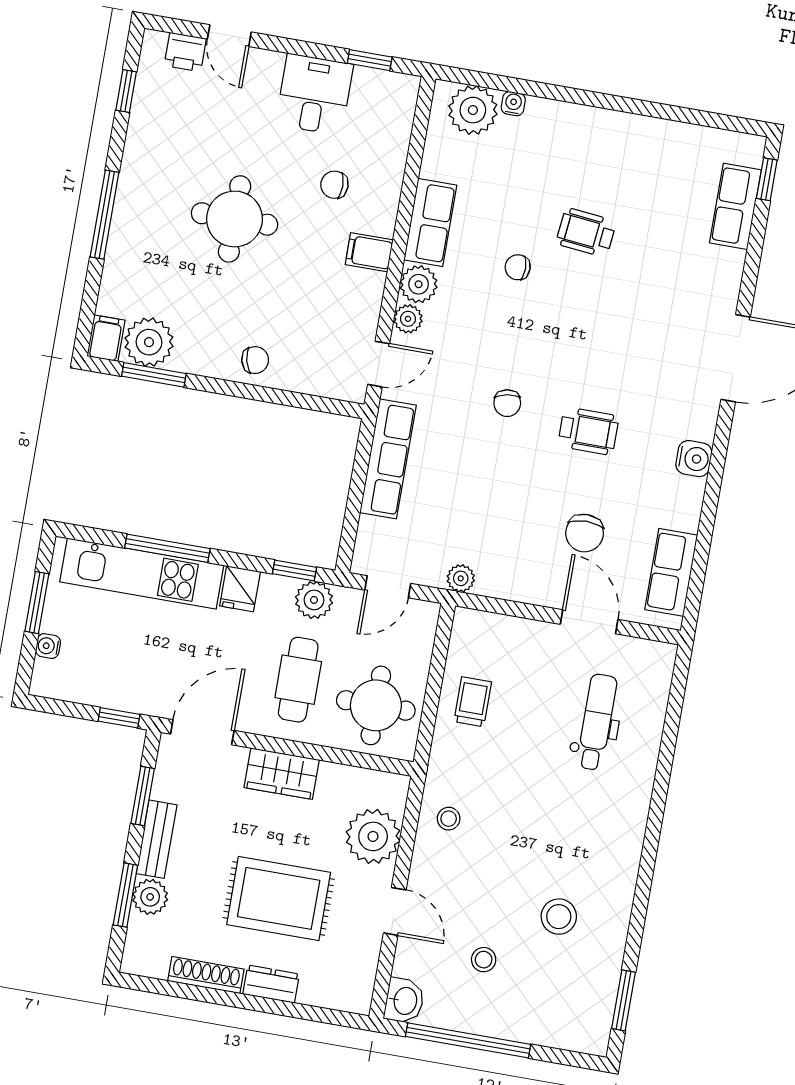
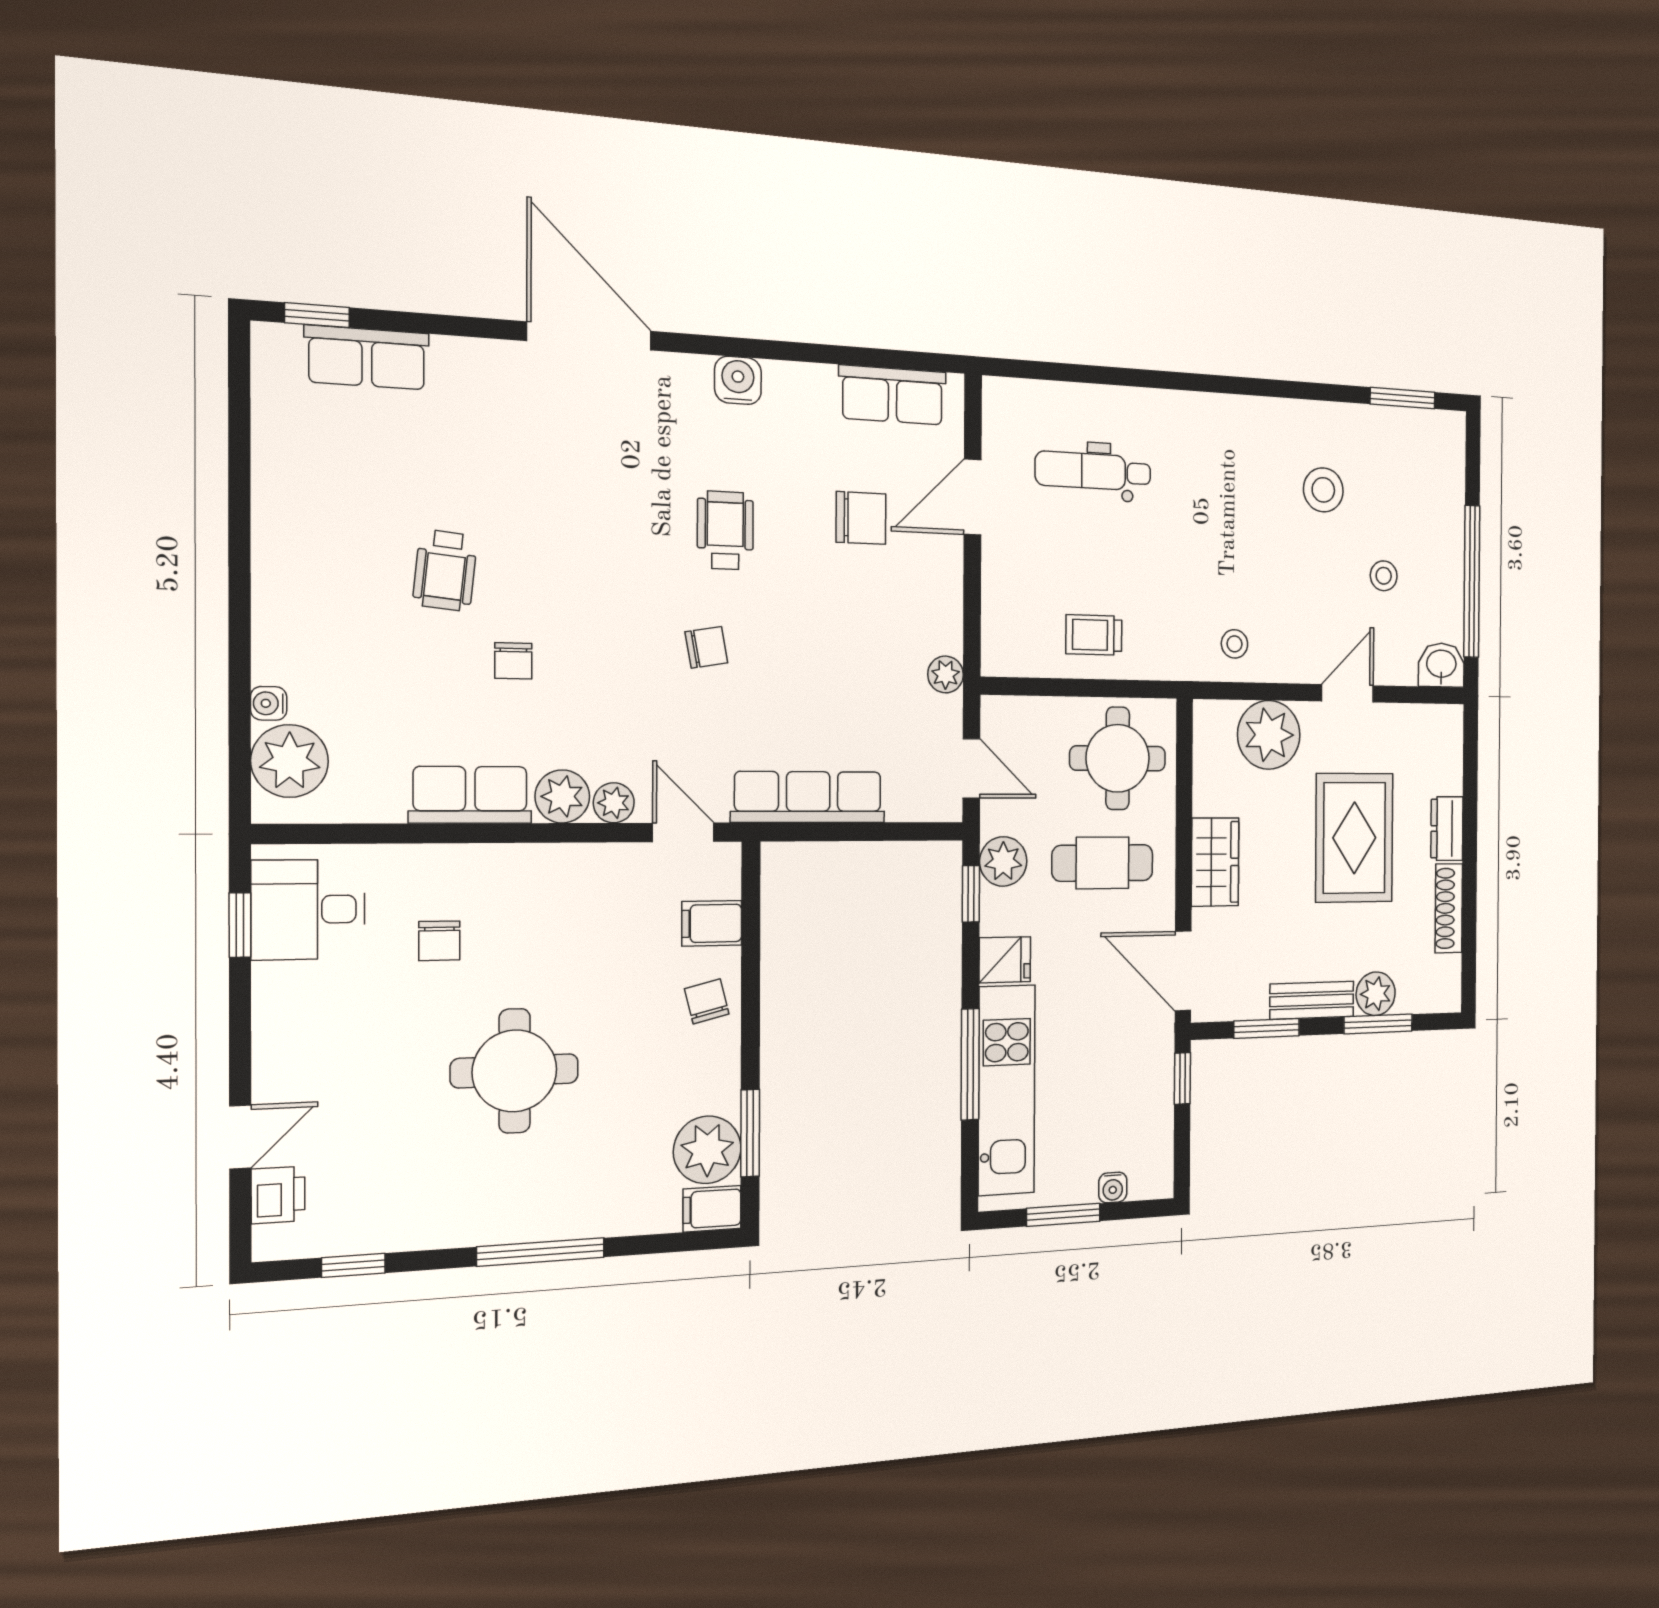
desk: (314, 94) -> (308, 909), moved
filing cabinet: (369, 252) -> (712, 923), moved, turned 90

